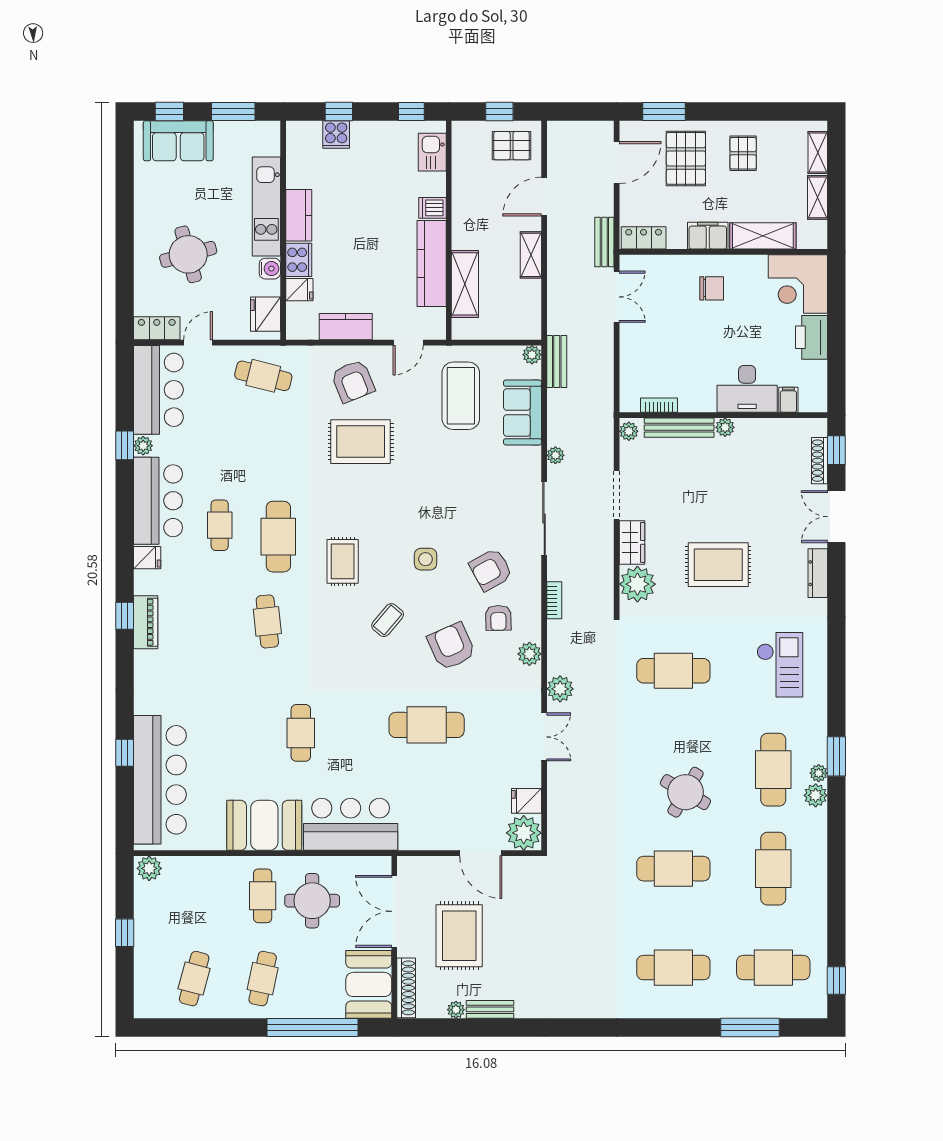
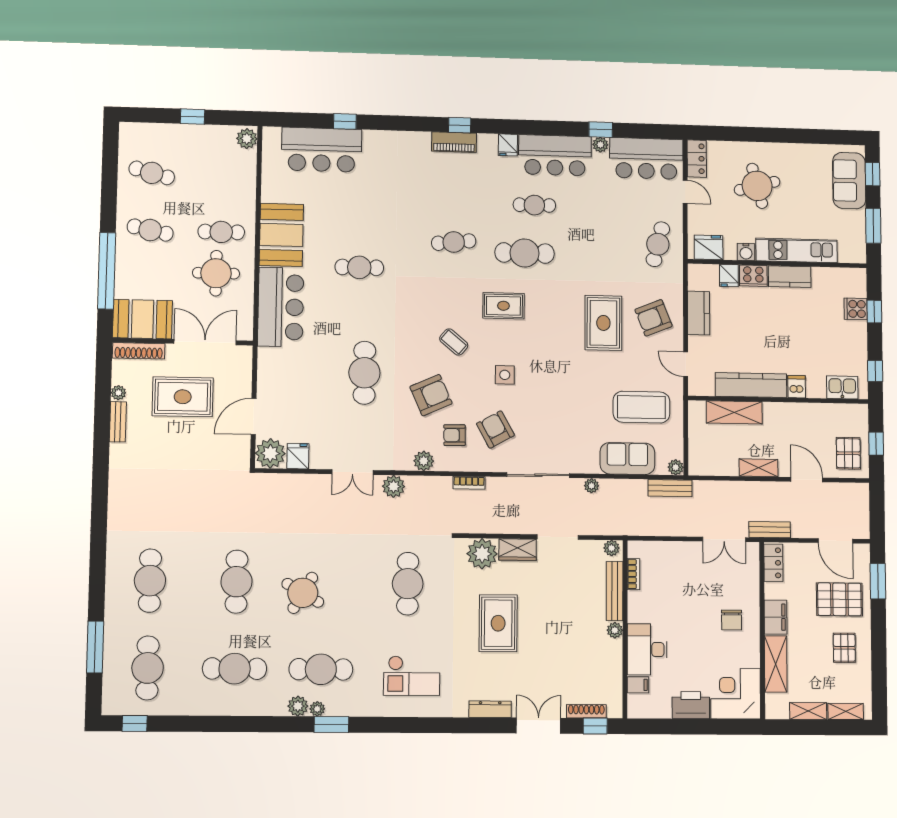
pallet: (743, 153) -> (844, 648), turned 90
bar counter: (160, 780) -> (322, 150), width x0.73

